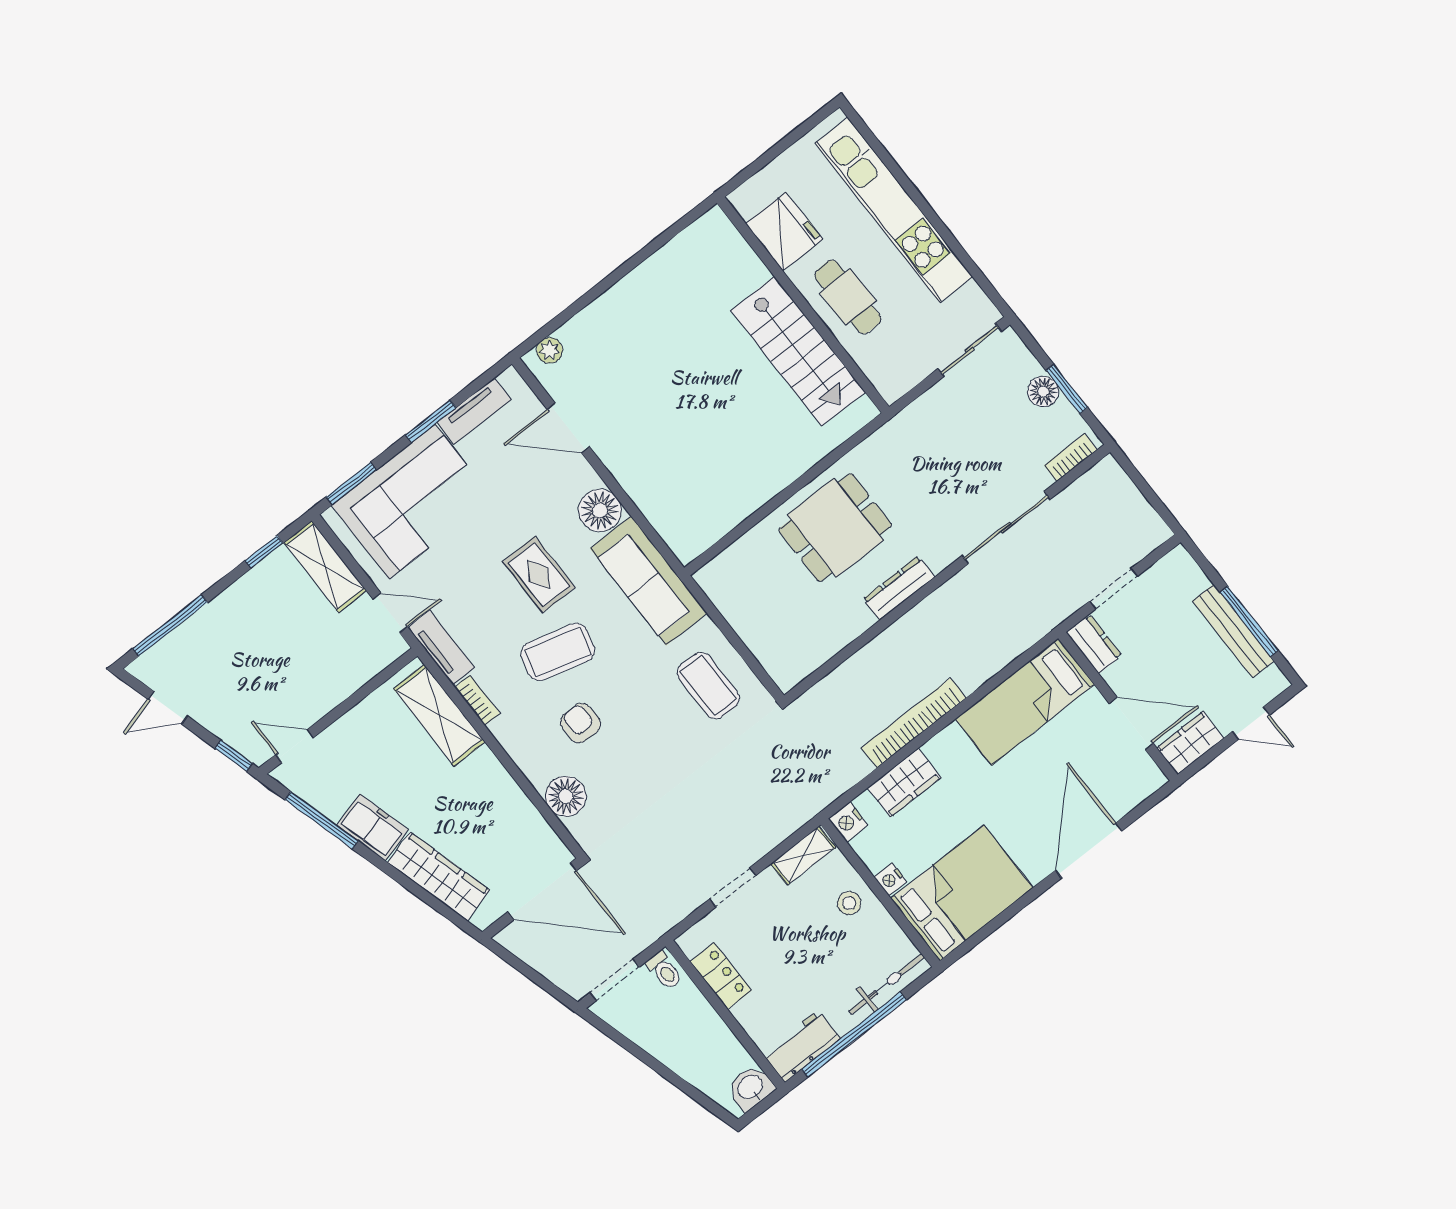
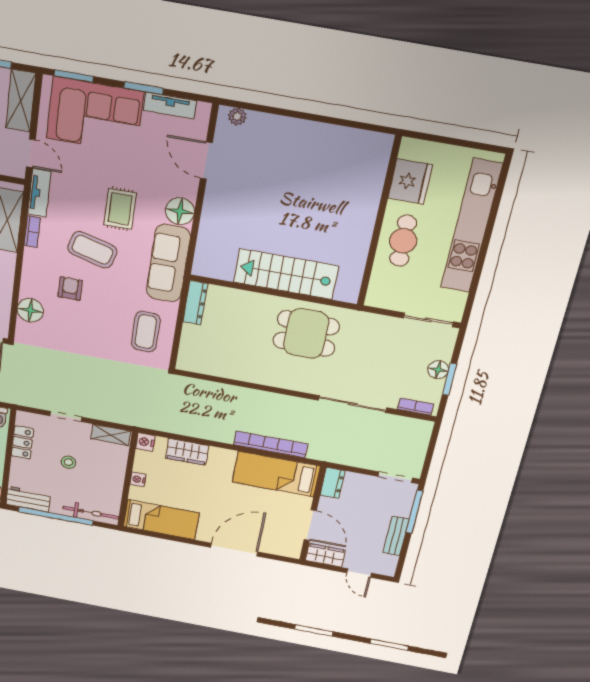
stairs: (798, 351) -> (286, 274), moved, turned 90
dining table: (835, 528) -> (306, 334), moved
dresser: (899, 588) -> (195, 303), moved, turned 90
doorway: (1114, 589) -> (395, 477), moved
window: (1249, 621) -> (414, 512), moved
bench: (1233, 631) -> (396, 536), width x0.73
bookcase: (914, 723) -> (271, 444), moved
bed: (962, 893) -> (161, 520), width x0.67
stool: (849, 903) -> (68, 462), moved

